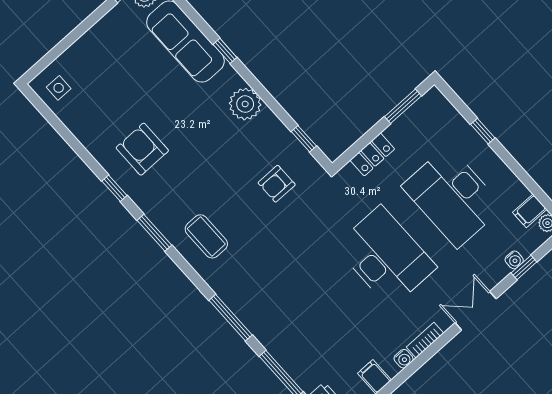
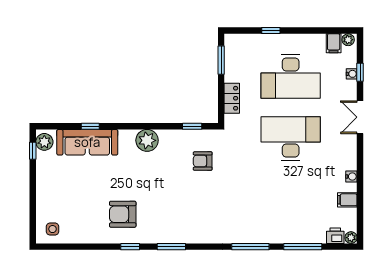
window: (225, 51) -> (90, 126), moved
armchair: (277, 184) -> (203, 161), turned 90
coffee table: (206, 236) -> (197, 222), removed
bookcase: (425, 340) -> (352, 157), removed

